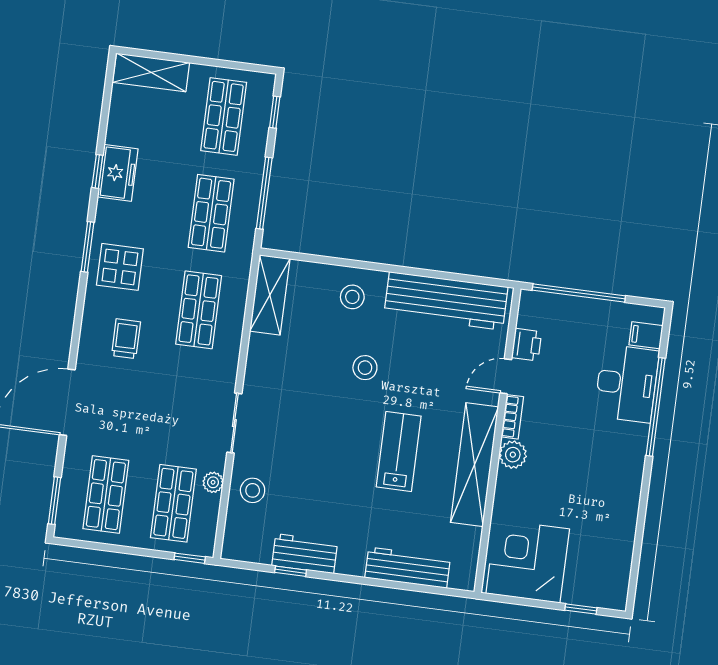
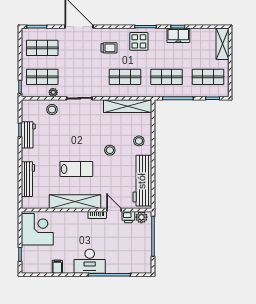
shelving: (270, 295) -> (128, 106), width x1.47
filing cabinet: (646, 335) -> (57, 267), moved
desk: (627, 384) -> (90, 261), moved
plant: (513, 455) -> (141, 217), moved

